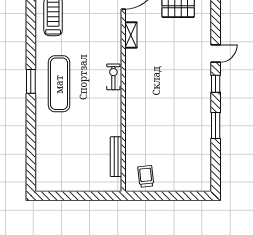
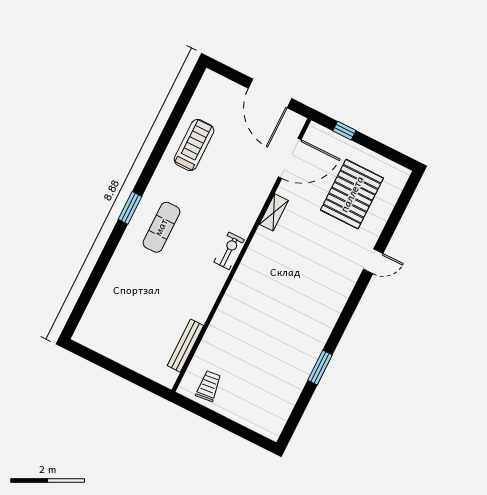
door: (216, 53) -> (373, 261), moved
exercise mat: (59, 84) -> (161, 227), width x0.73, depth x0.69
window: (216, 84) -> (344, 319), removed

